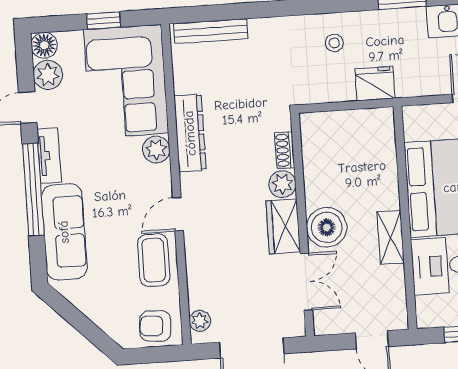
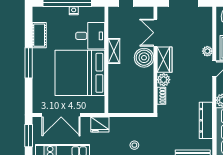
fridge: (375, 84) -> (100, 124), moved
dresser: (190, 133) -> (206, 120), moved
plant: (200, 321) -> (207, 51), moved

